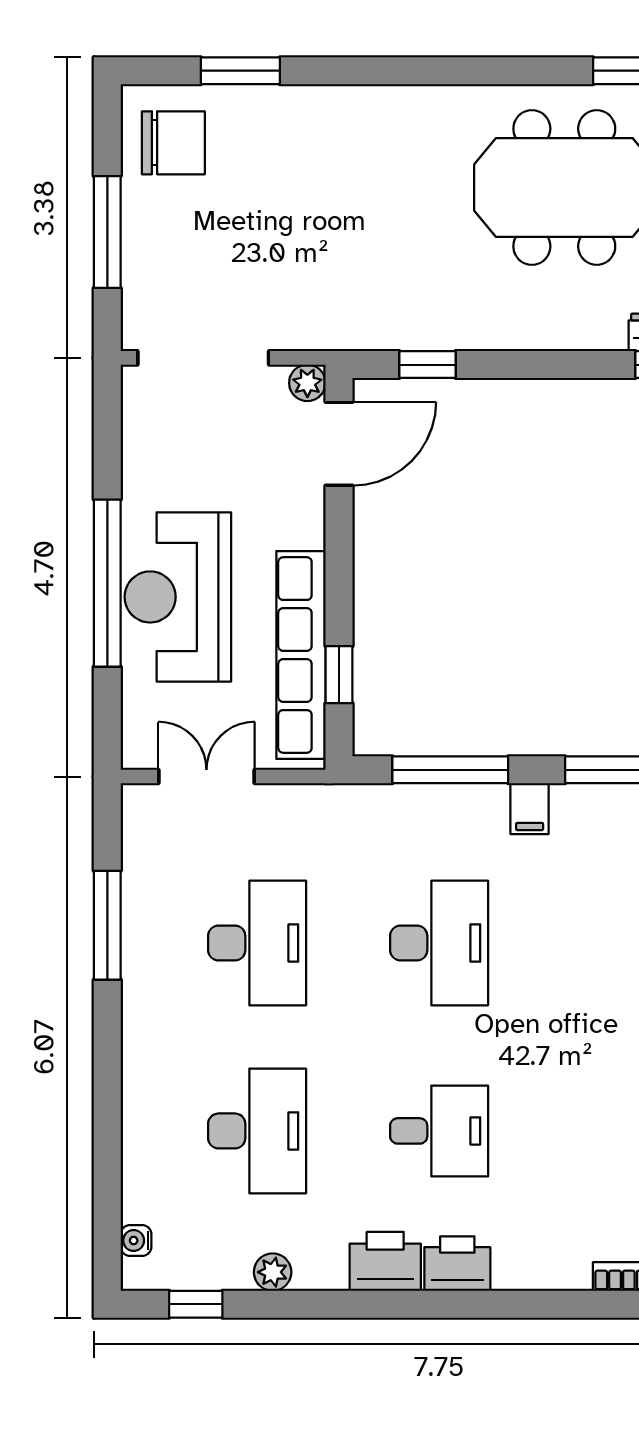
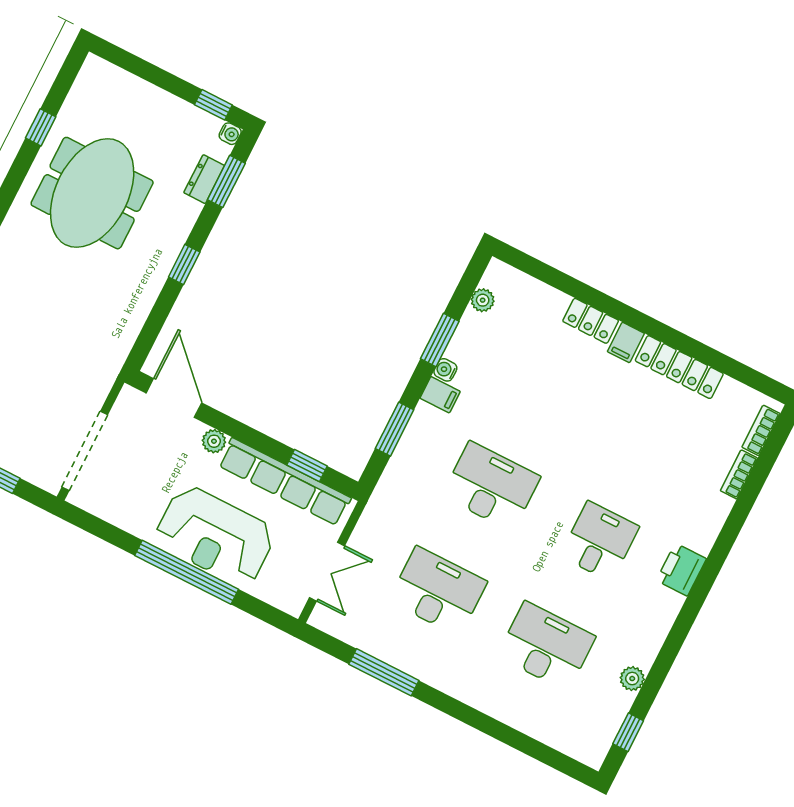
window: (428, 365) -> (184, 265), moved
plant: (307, 383) -> (214, 441), moved
window: (450, 770) -> (395, 429), width x0.69
double door: (206, 776) -> (327, 572), swing flipped
water cooler: (136, 1240) -> (445, 370), moved, turned 90
printer: (385, 1261) -> (659, 610), removed

